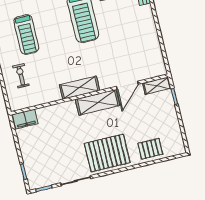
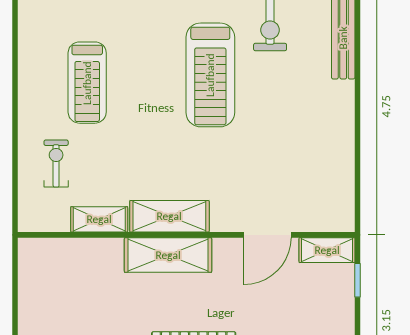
shelving: (47, 97) -> (99, 219), added
shelving: (98, 102) -> (168, 255), moved
filing cabinet: (25, 119) -> (44, 253), removed

